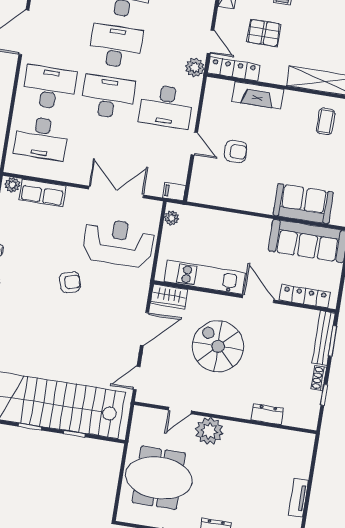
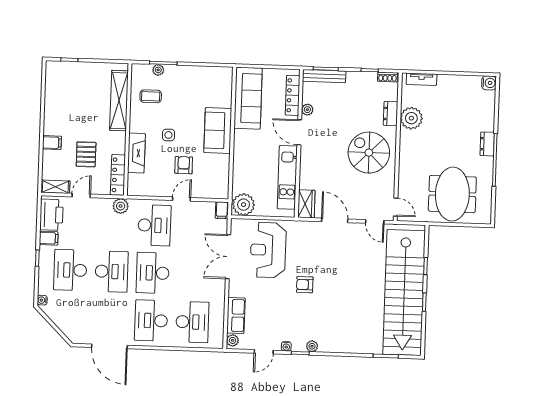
door: (211, 42) -> (81, 195), moved
desk: (116, 46) -> (112, 271), turned 180
side table: (275, 137) -> (168, 135), added
sofa: (303, 204) -> (218, 130), moved
plant: (172, 218) -> (244, 205), width x1.87, depth x1.87
armchair: (70, 282) -> (305, 285), turned -73
door: (258, 299) -> (299, 132), hinge flipped
plant: (285, 312) -> (307, 110), added
spiral stairs: (218, 346) -> (369, 153), moved, turned 90
shoe rack: (319, 378) -> (388, 77), moved
door: (180, 411) -> (396, 207), moved
plant: (209, 431) -> (411, 118), moved
tv unit: (298, 498) -> (422, 79), moved

